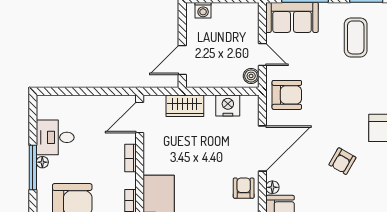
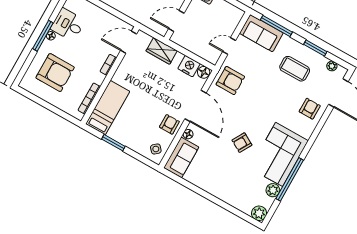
coffee table: (356, 37) -> (295, 69), turned 90
door: (262, 54) -> (229, 46), swing flipped
boiler: (251, 76) -> (214, 56), removed
floor lamp: (249, 103) -> (204, 72), added
door: (262, 148) -> (196, 106), hinge flipped

